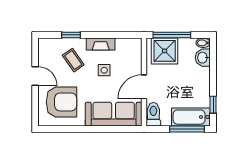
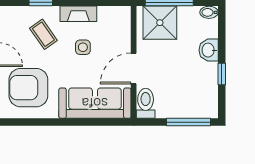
washbasin: (203, 58) -> (209, 50), moved
armchair: (61, 102) -> (28, 88), turned 180
window: (213, 105) -> (222, 74), moved
bathtub: (191, 117) -> (193, 107), removed

